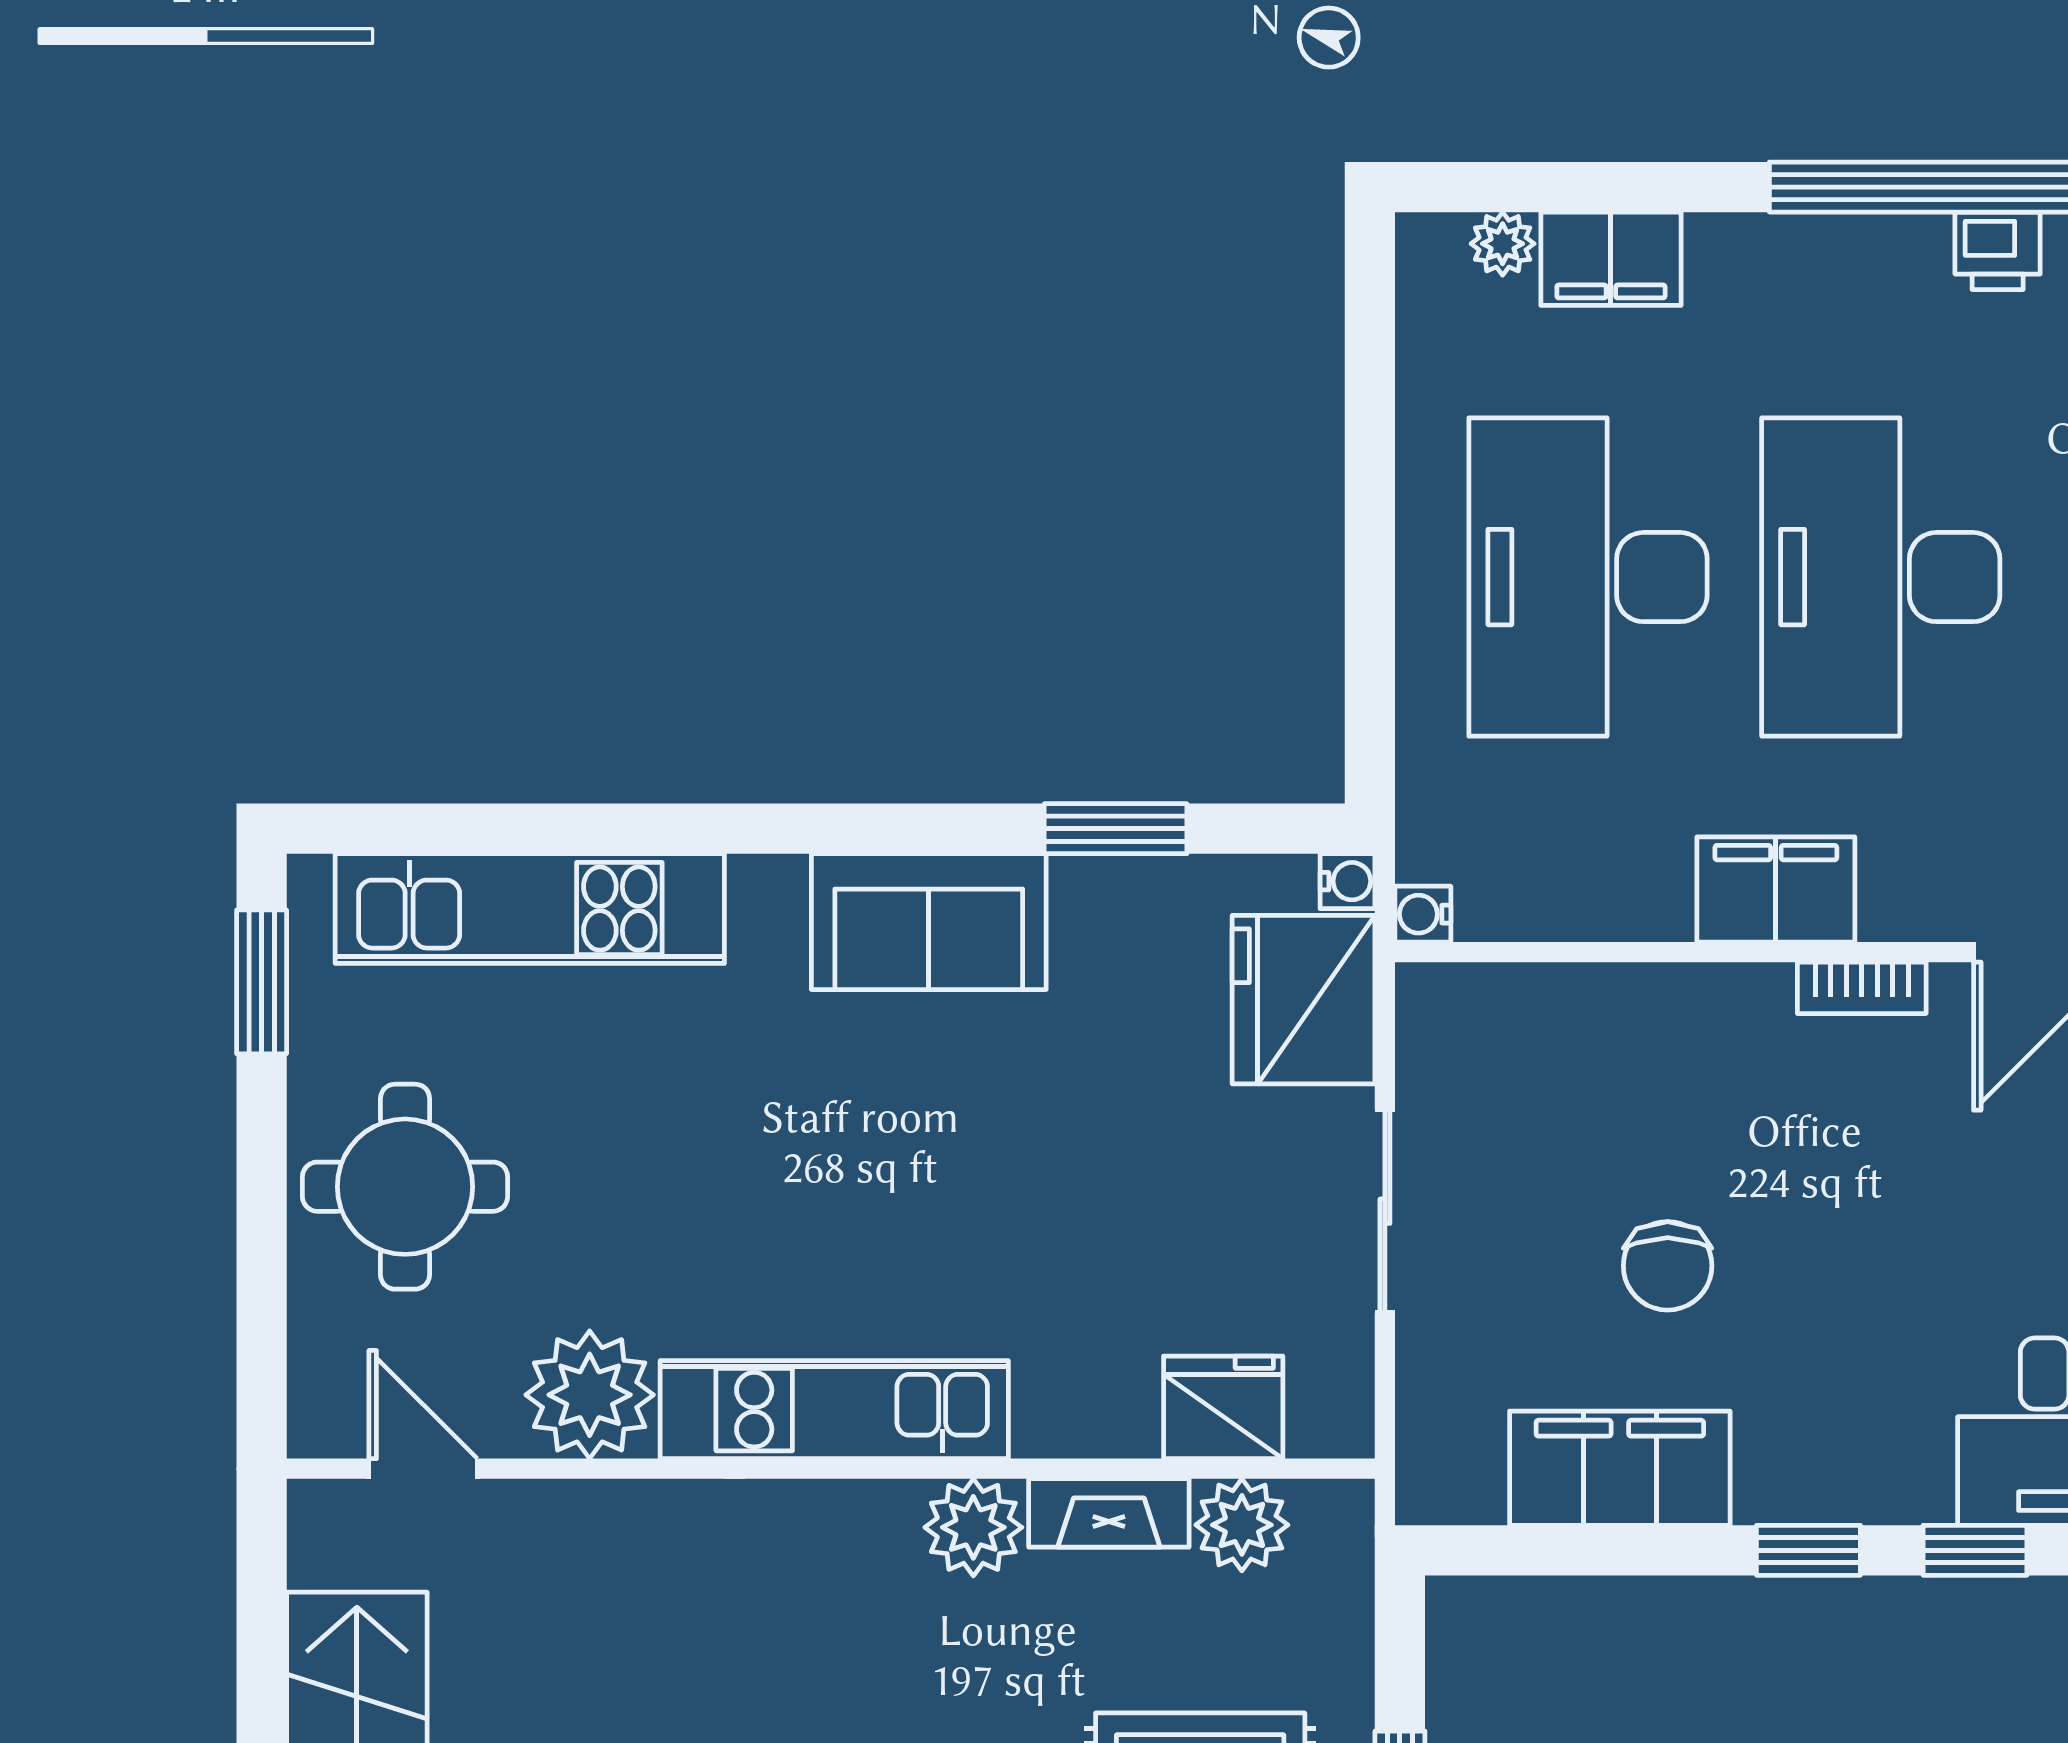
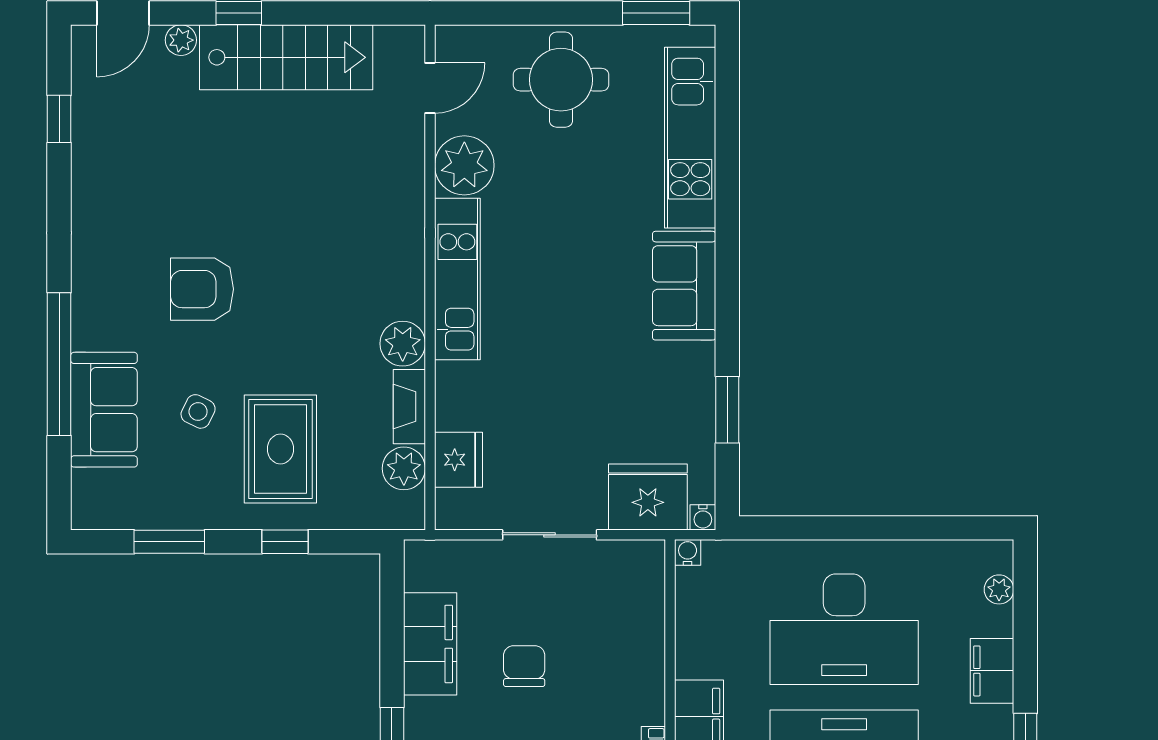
filing cabinet: (1611, 259) -> (992, 671), moved
desk: (1588, 577) -> (844, 629), turned 180
sofa: (929, 922) -> (684, 286), moved
chair: (1668, 1266) -> (524, 666), turned 90

